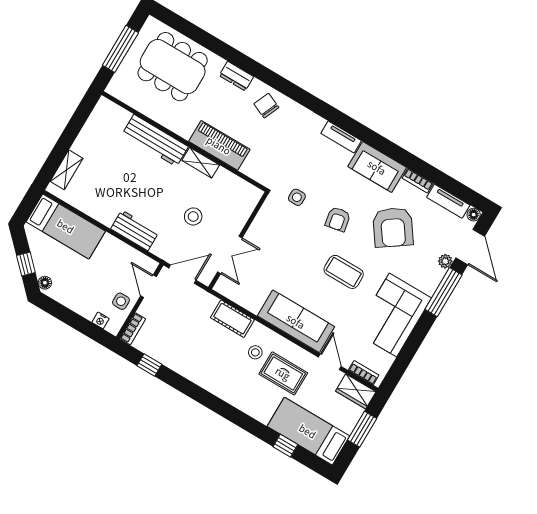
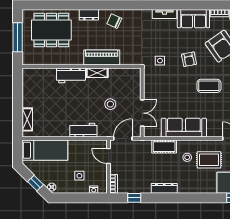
workbench: (155, 141) -> (71, 75), width x0.73
side table: (121, 301) -> (79, 176), moved
sofa: (296, 321) -> (184, 128), moved
dresser: (199, 376) -> (164, 188), added

